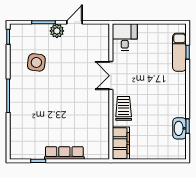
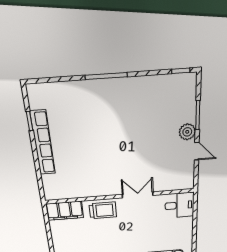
side table: (36, 62) -> (149, 110), removed
row of seats: (64, 153) -> (43, 143), width x1.36

